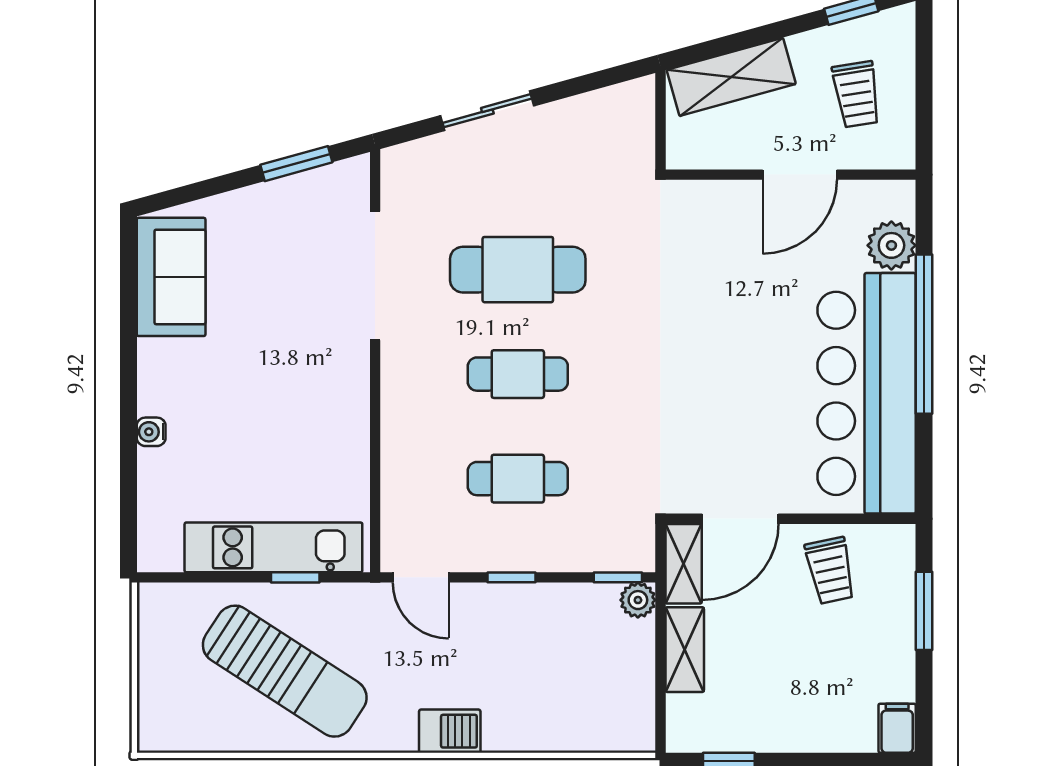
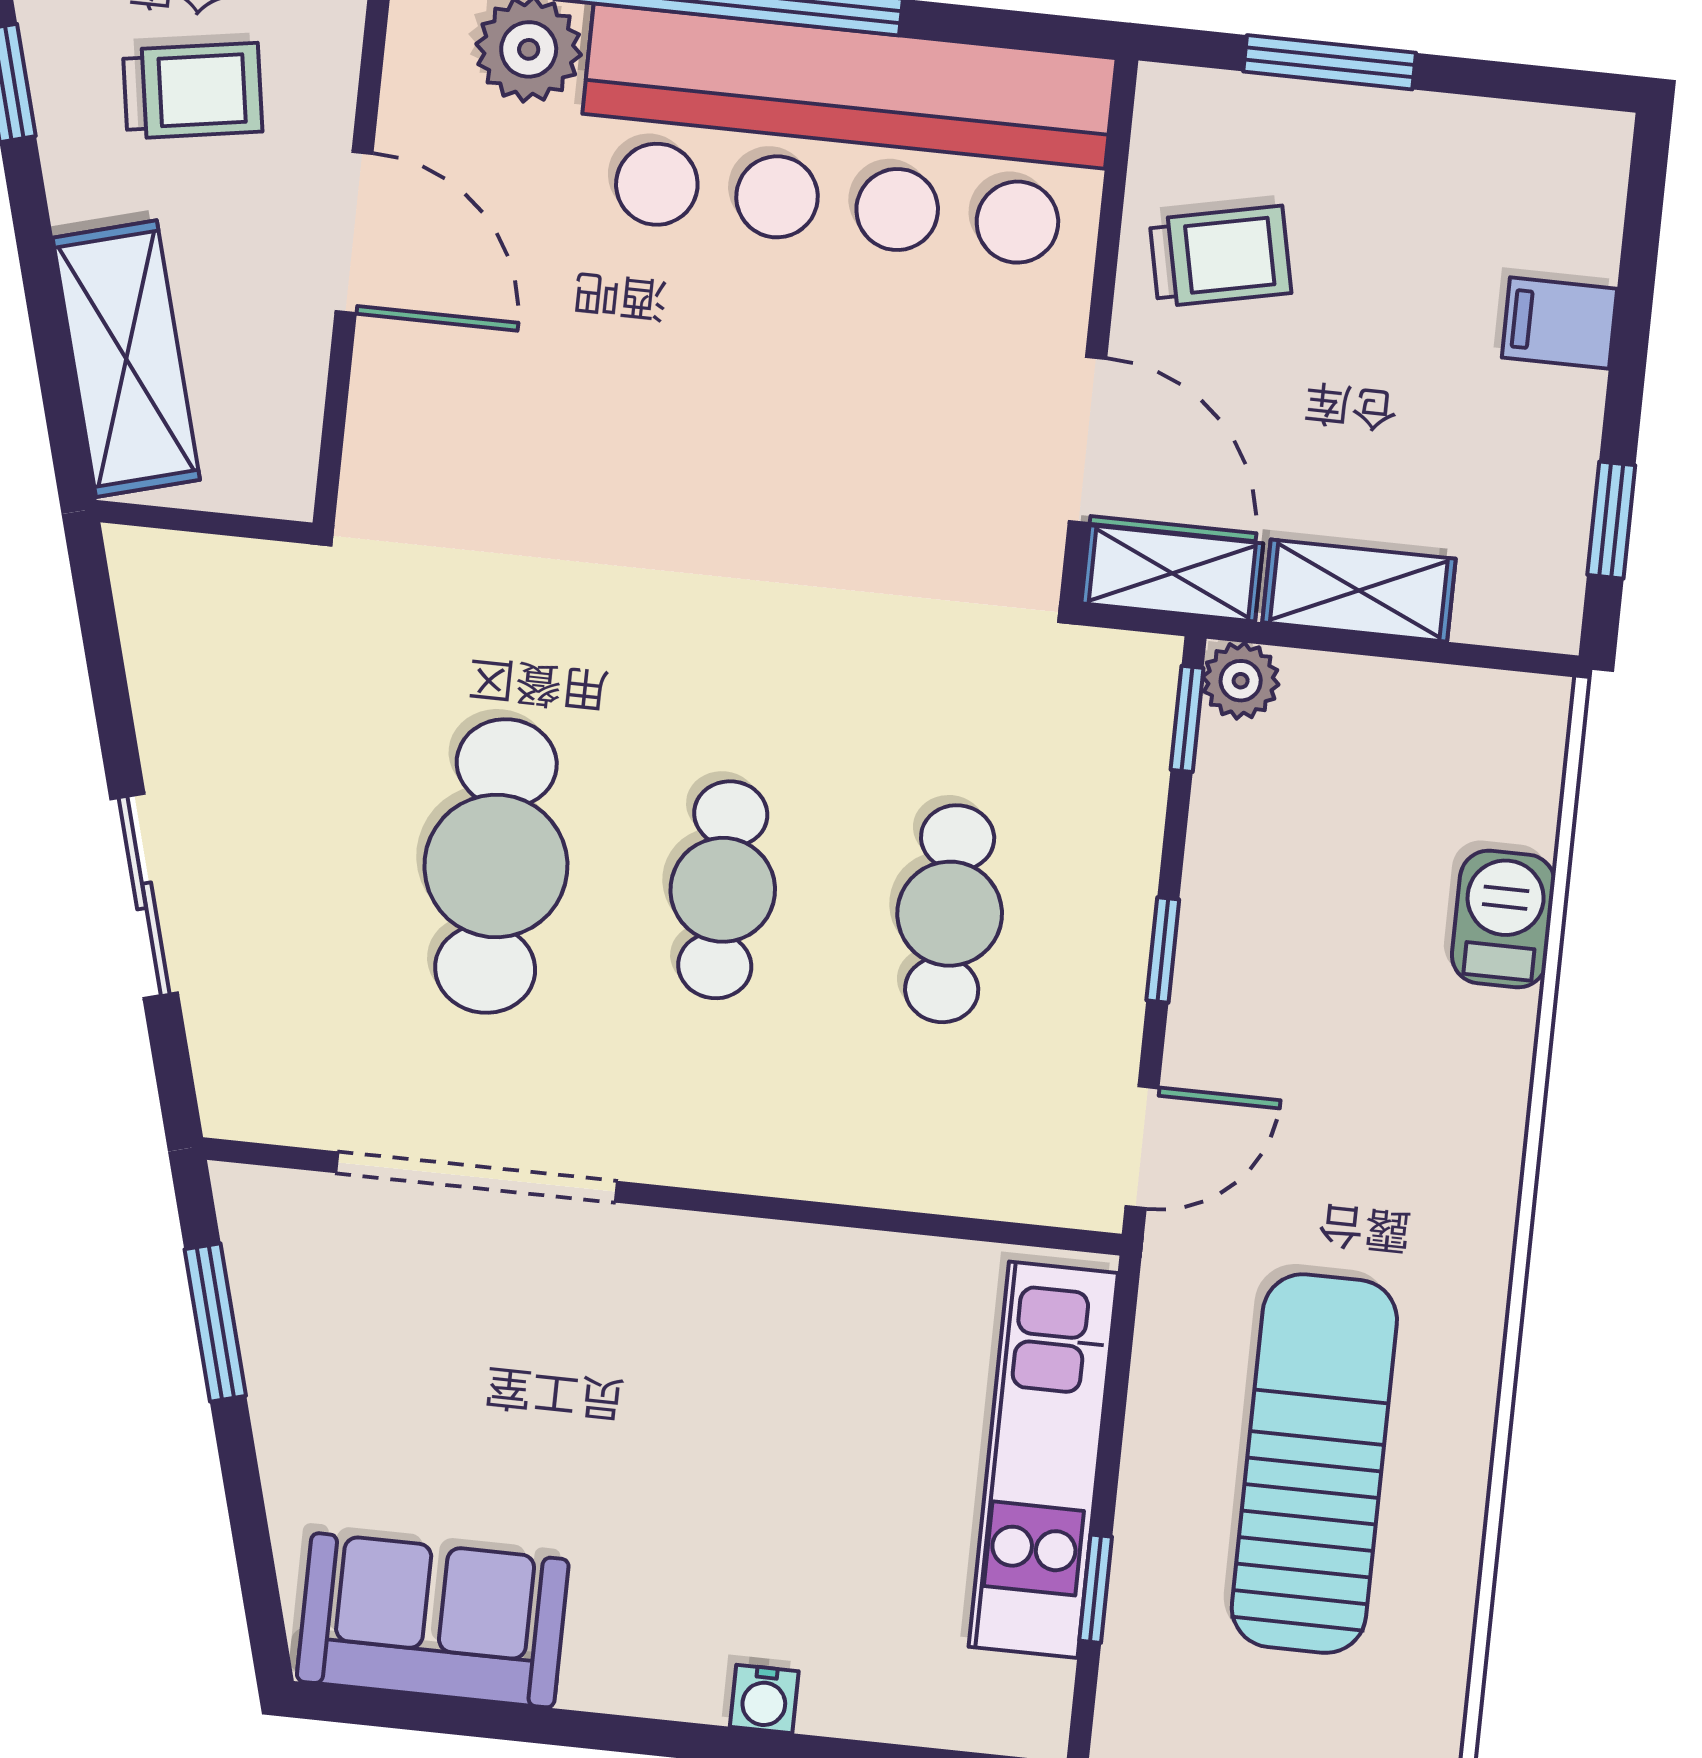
window: (295, 577) -> (1096, 1589), moved
sun lounger: (285, 671) -> (1314, 1464), turned -33
filing cabinet: (897, 728) -> (1559, 323), moved
barbecue: (450, 731) -> (1503, 919), moved

